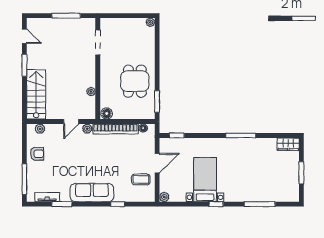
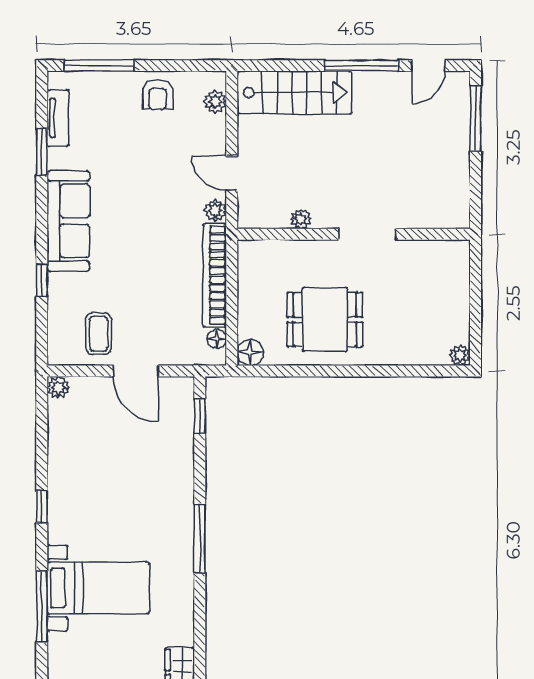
window: (66, 16) -> (476, 118), moved
doorway: (98, 42) -> (367, 234), moved
window: (24, 65) -> (361, 66), width x1.44
window: (157, 101) -> (278, 371), removed
floor lamp: (107, 114) -> (250, 352), moved
window: (241, 135) -> (200, 539), moved
bed with nightstands: (205, 180) -> (98, 588), moved

